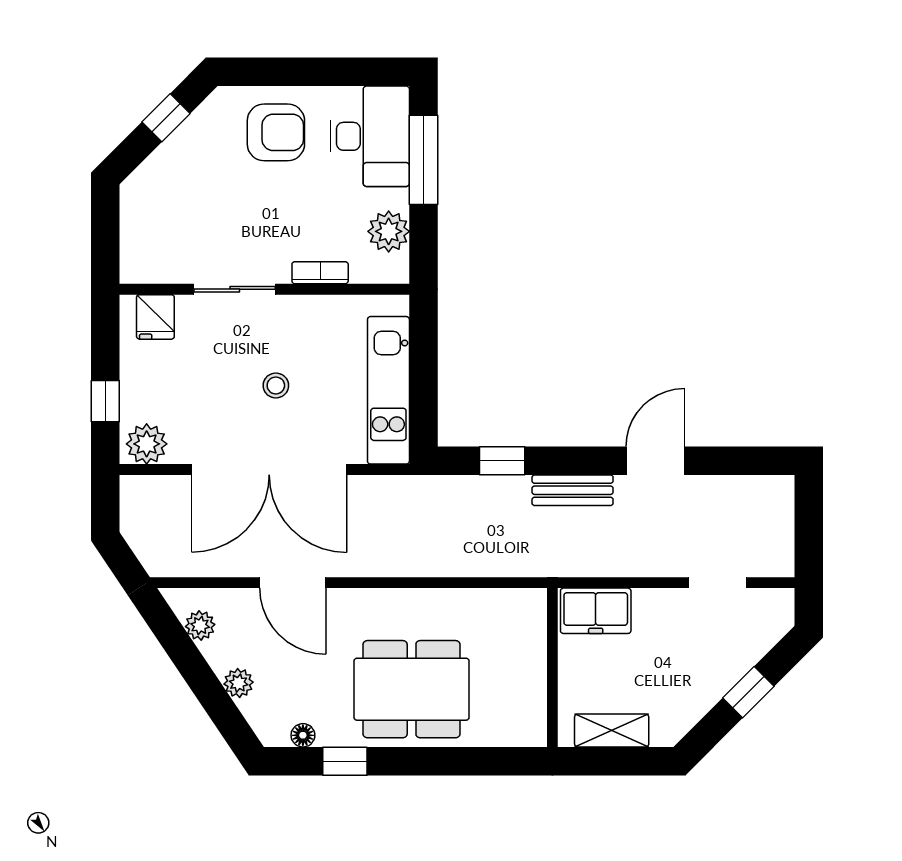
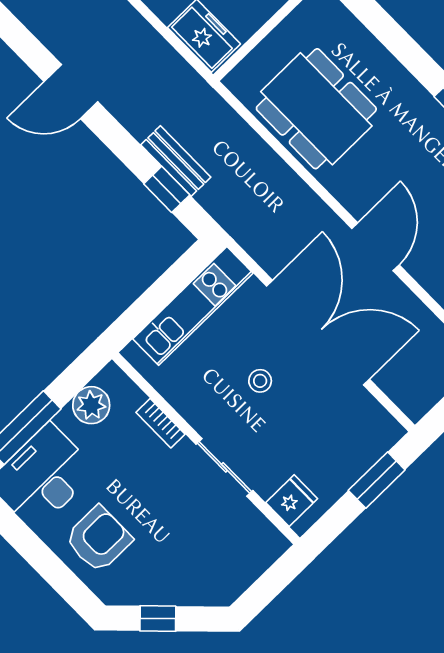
armchair: (276, 132) -> (98, 539), turned 90
window: (105, 401) -> (377, 480), width x1.50
plant: (147, 444) -> (378, 427), removed
bench: (573, 490) -> (176, 161), moved
dining table: (412, 689) -> (316, 109), moved

